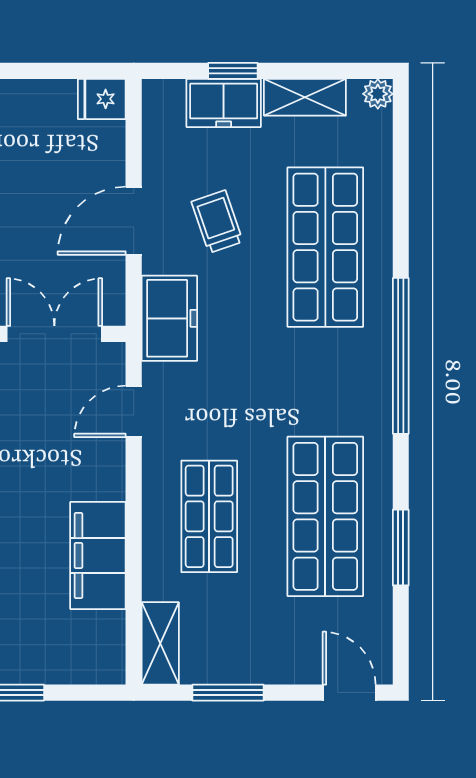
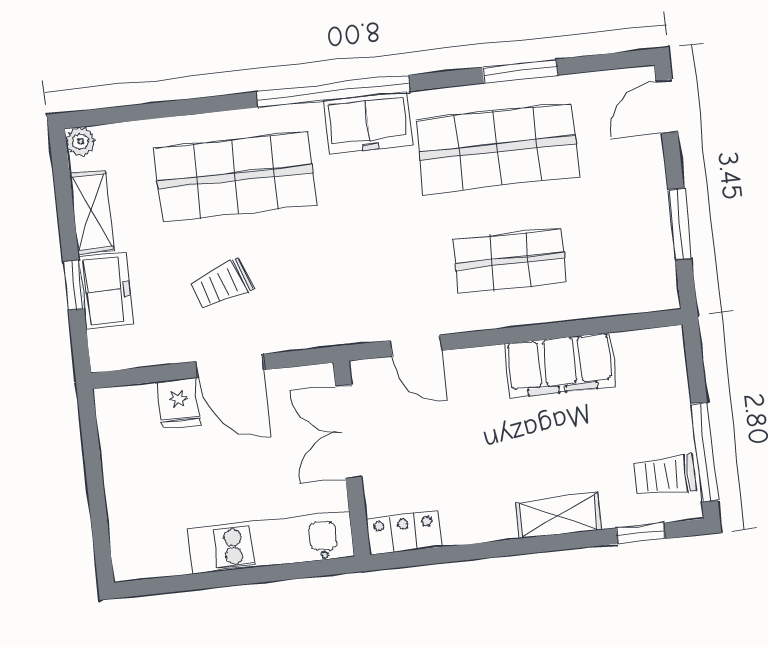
fridge: (102, 99) -> (179, 403), moved
freezer: (169, 318) -> (368, 123), moved, turned 180
shelving: (160, 643) -> (639, 295), removed

